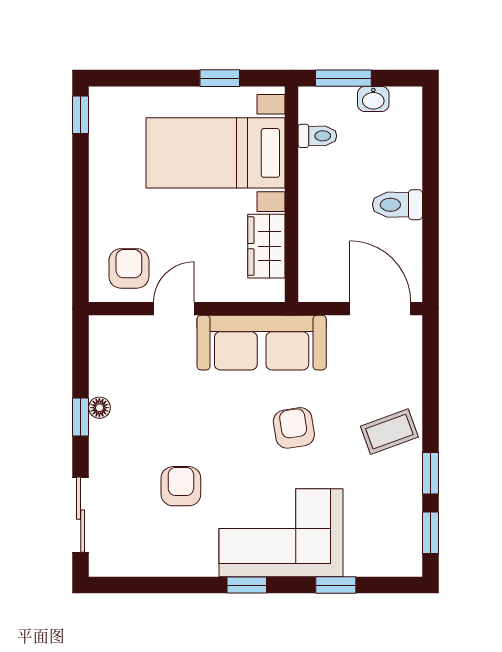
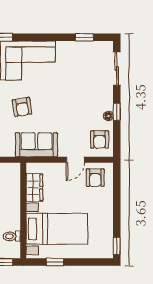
sofa: (262, 343) -> (36, 145), width x0.73
armchair: (181, 486) -> (100, 139), moved
window: (247, 585) -> (84, 37), moved

